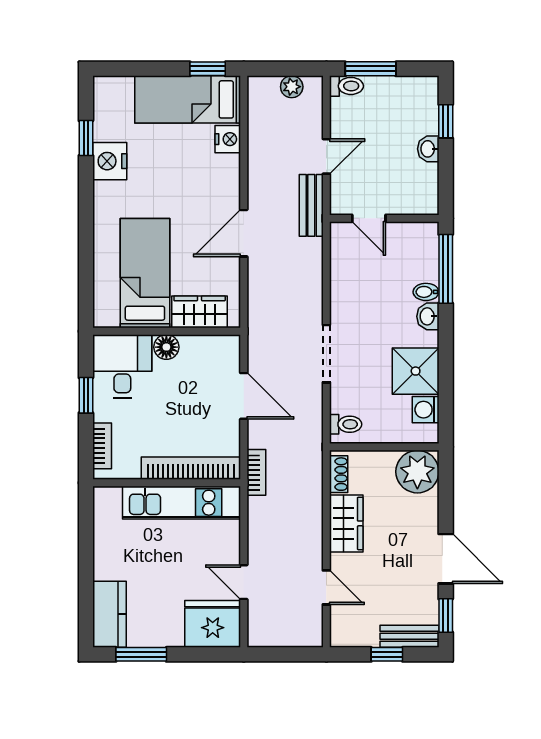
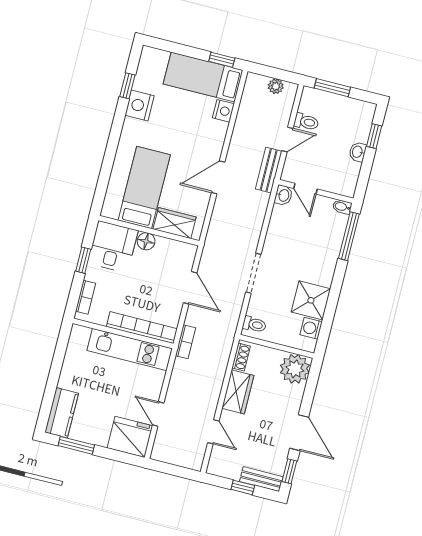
toilet: (347, 86) -> (306, 122), moved
bidet: (426, 292) -> (342, 207), moved
washbasin: (428, 316) -> (283, 195), moved, turned 180

